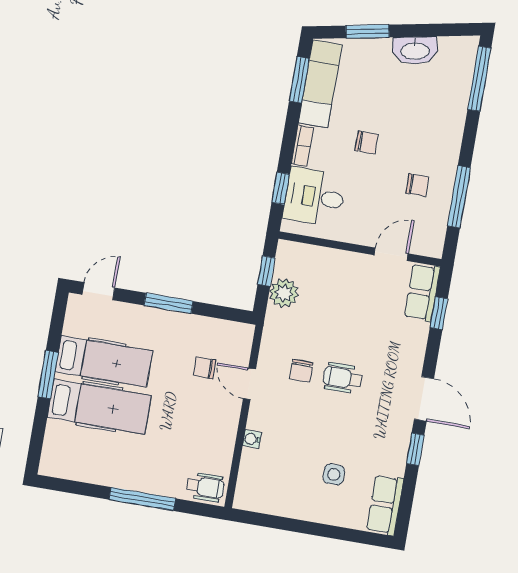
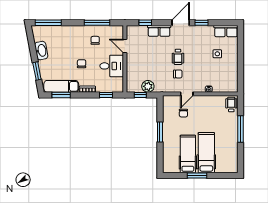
desk: (315, 197) -> (112, 66), moved, turned -90
door: (98, 291) -> (160, 161), removed
row of seats: (422, 292) -> (159, 31), moved

